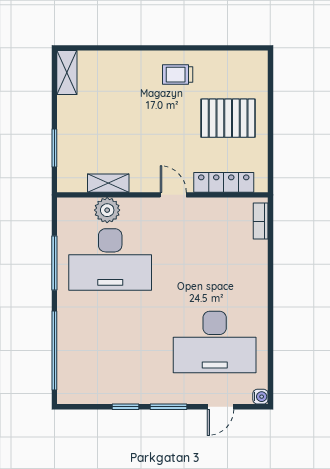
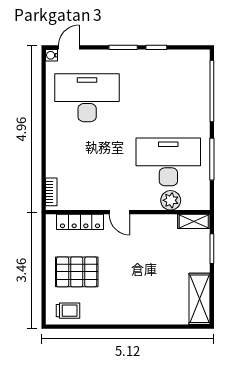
shelving: (67, 73) -> (199, 299), width x1.50, depth x1.33
trolley: (178, 75) -> (68, 311), moved
shelving: (108, 183) -> (194, 221), moved
door: (221, 407) -> (69, 47), moved

